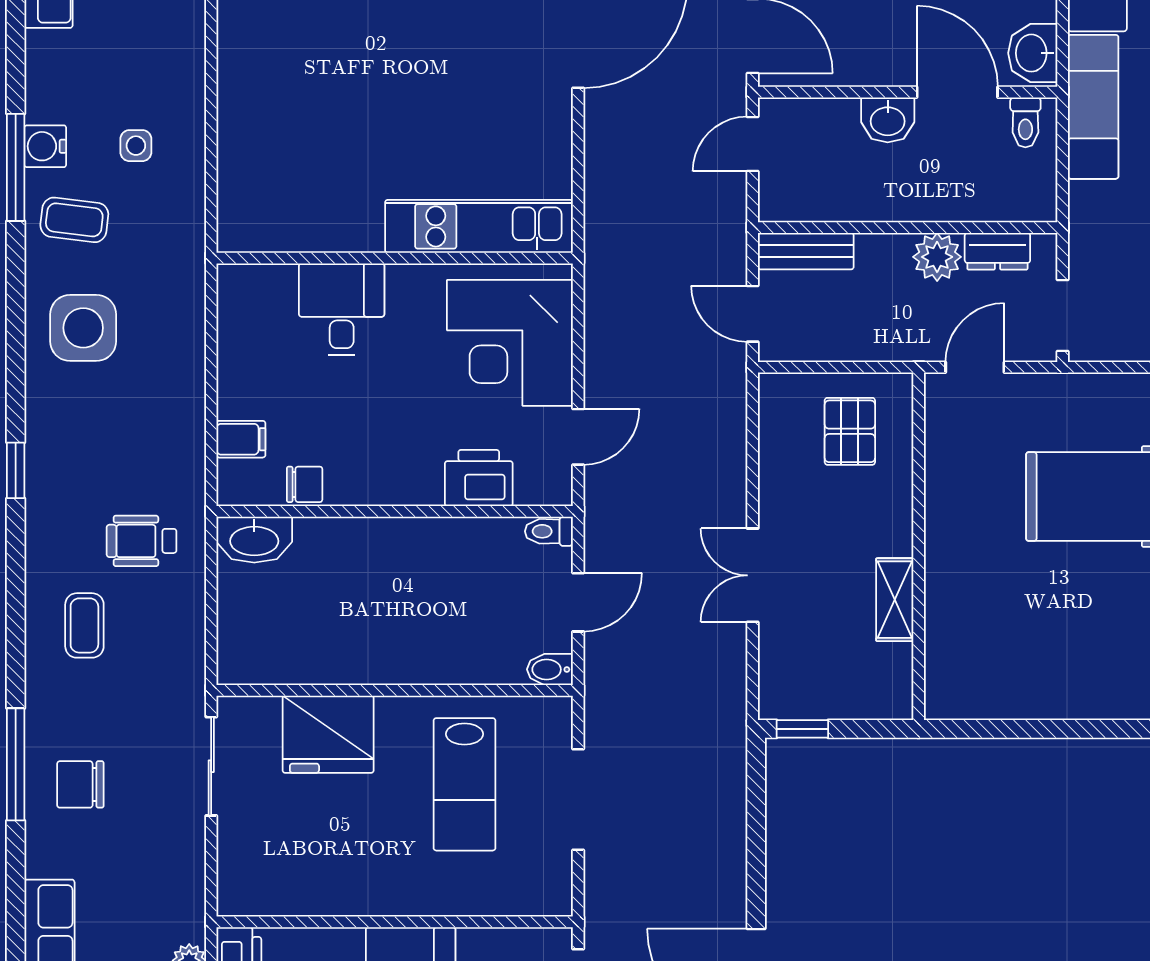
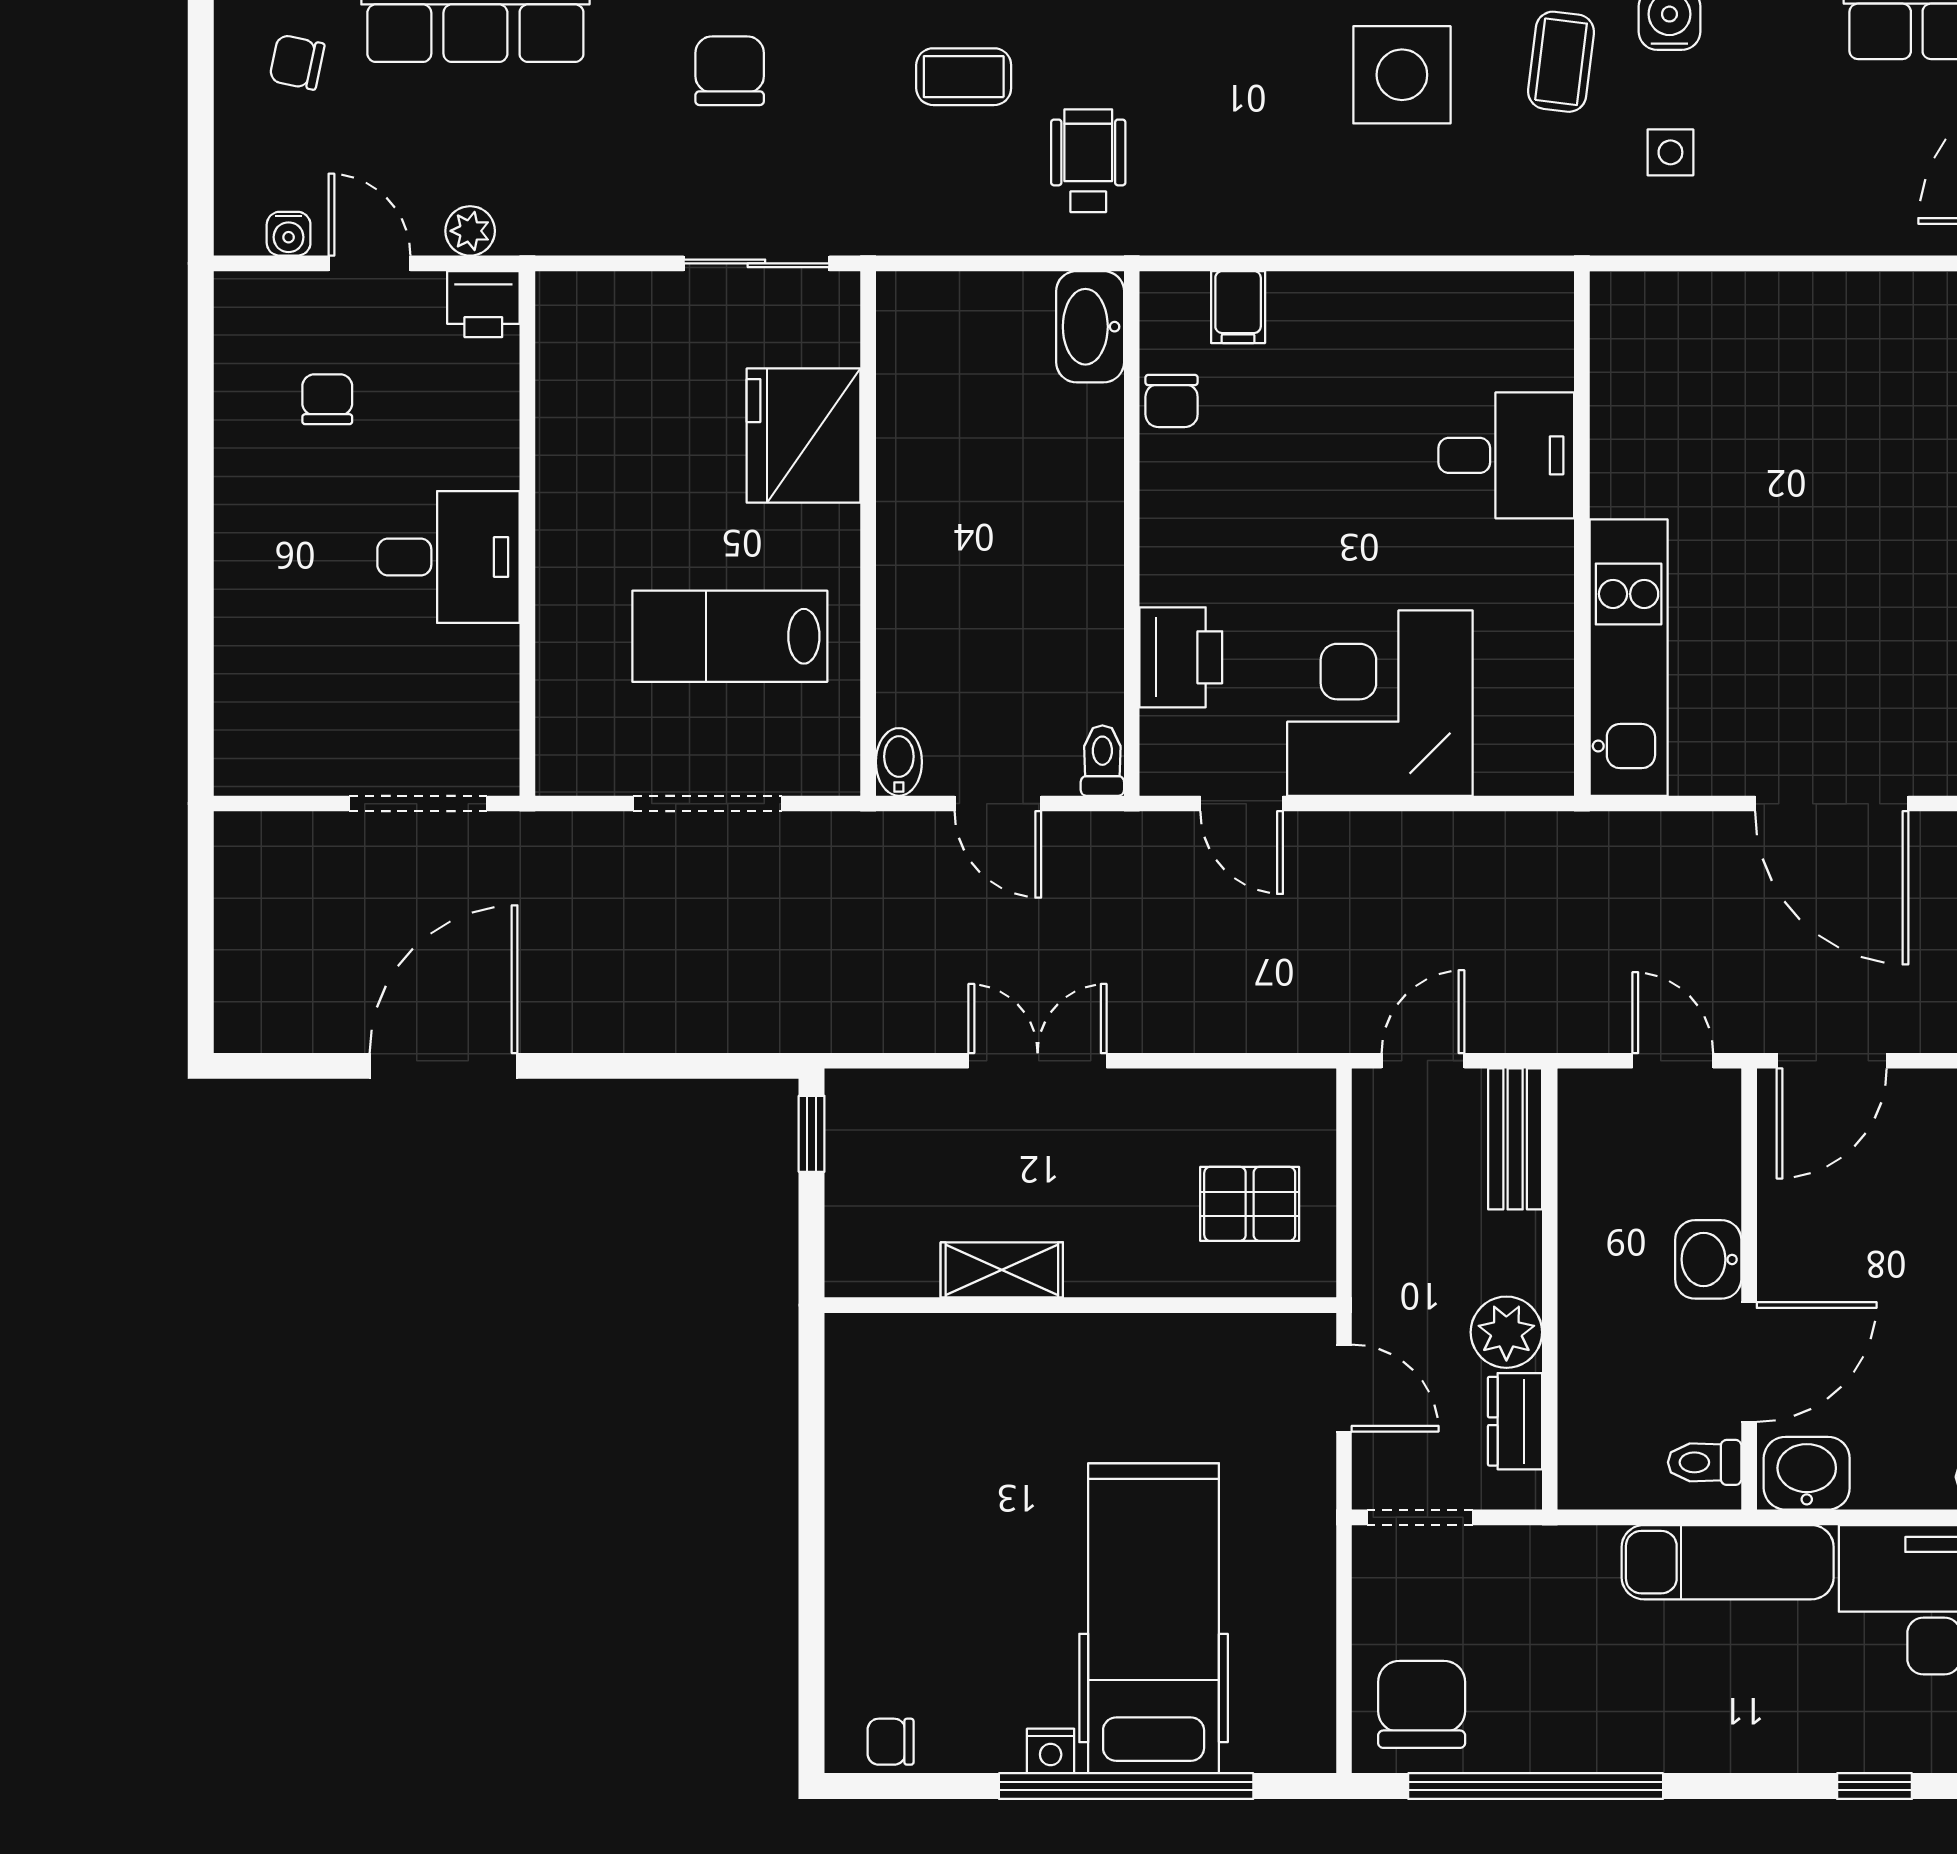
kitchen unit: (479, 226) -> (1629, 658), moved
wall: (395, 258) -> (1582, 533), moved
desk: (342, 309) -> (1506, 455), moved

